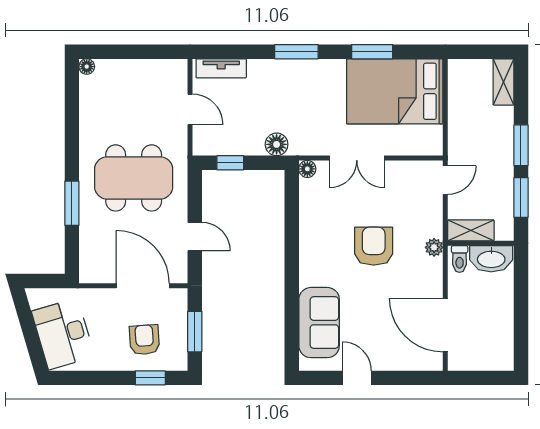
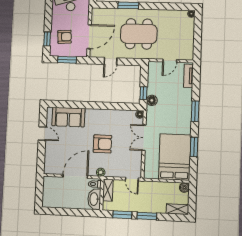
boiler: (458, 69) -> (184, 188), added
window: (230, 163) -> (143, 93), moved
dining table: (134, 178) -> (139, 34), turned 90
door: (445, 325) -> (75, 176), moved
door: (357, 378) -> (42, 133), hinge flipped

